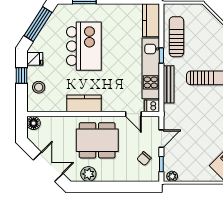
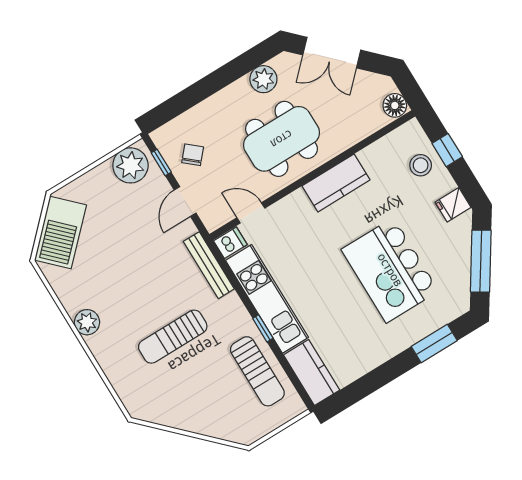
window: (22, 76) -> (447, 150), moved
bench: (169, 84) -> (209, 265), moved
plant: (172, 176) -> (130, 165), width x1.87, depth x1.87

